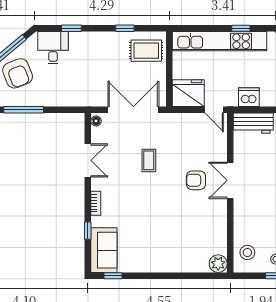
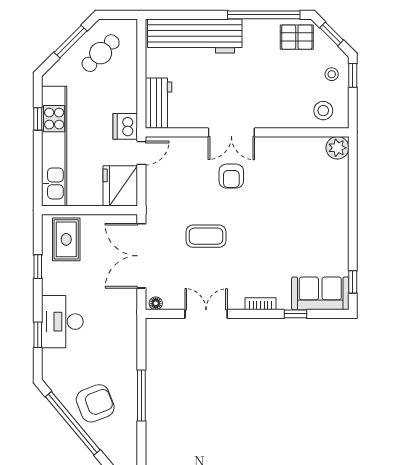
desk: (53, 48) -> (62, 322), moved, width x1.37
dishwasher: (249, 97) -> (125, 126), moved
coffee table: (149, 160) -> (206, 236), width x1.36, depth x1.30

